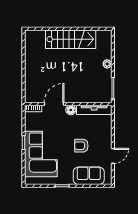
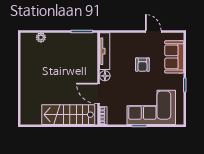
stairs: (71, 39) -> (68, 115), moved, turned -90
plant: (107, 64) -> (41, 37), moved

